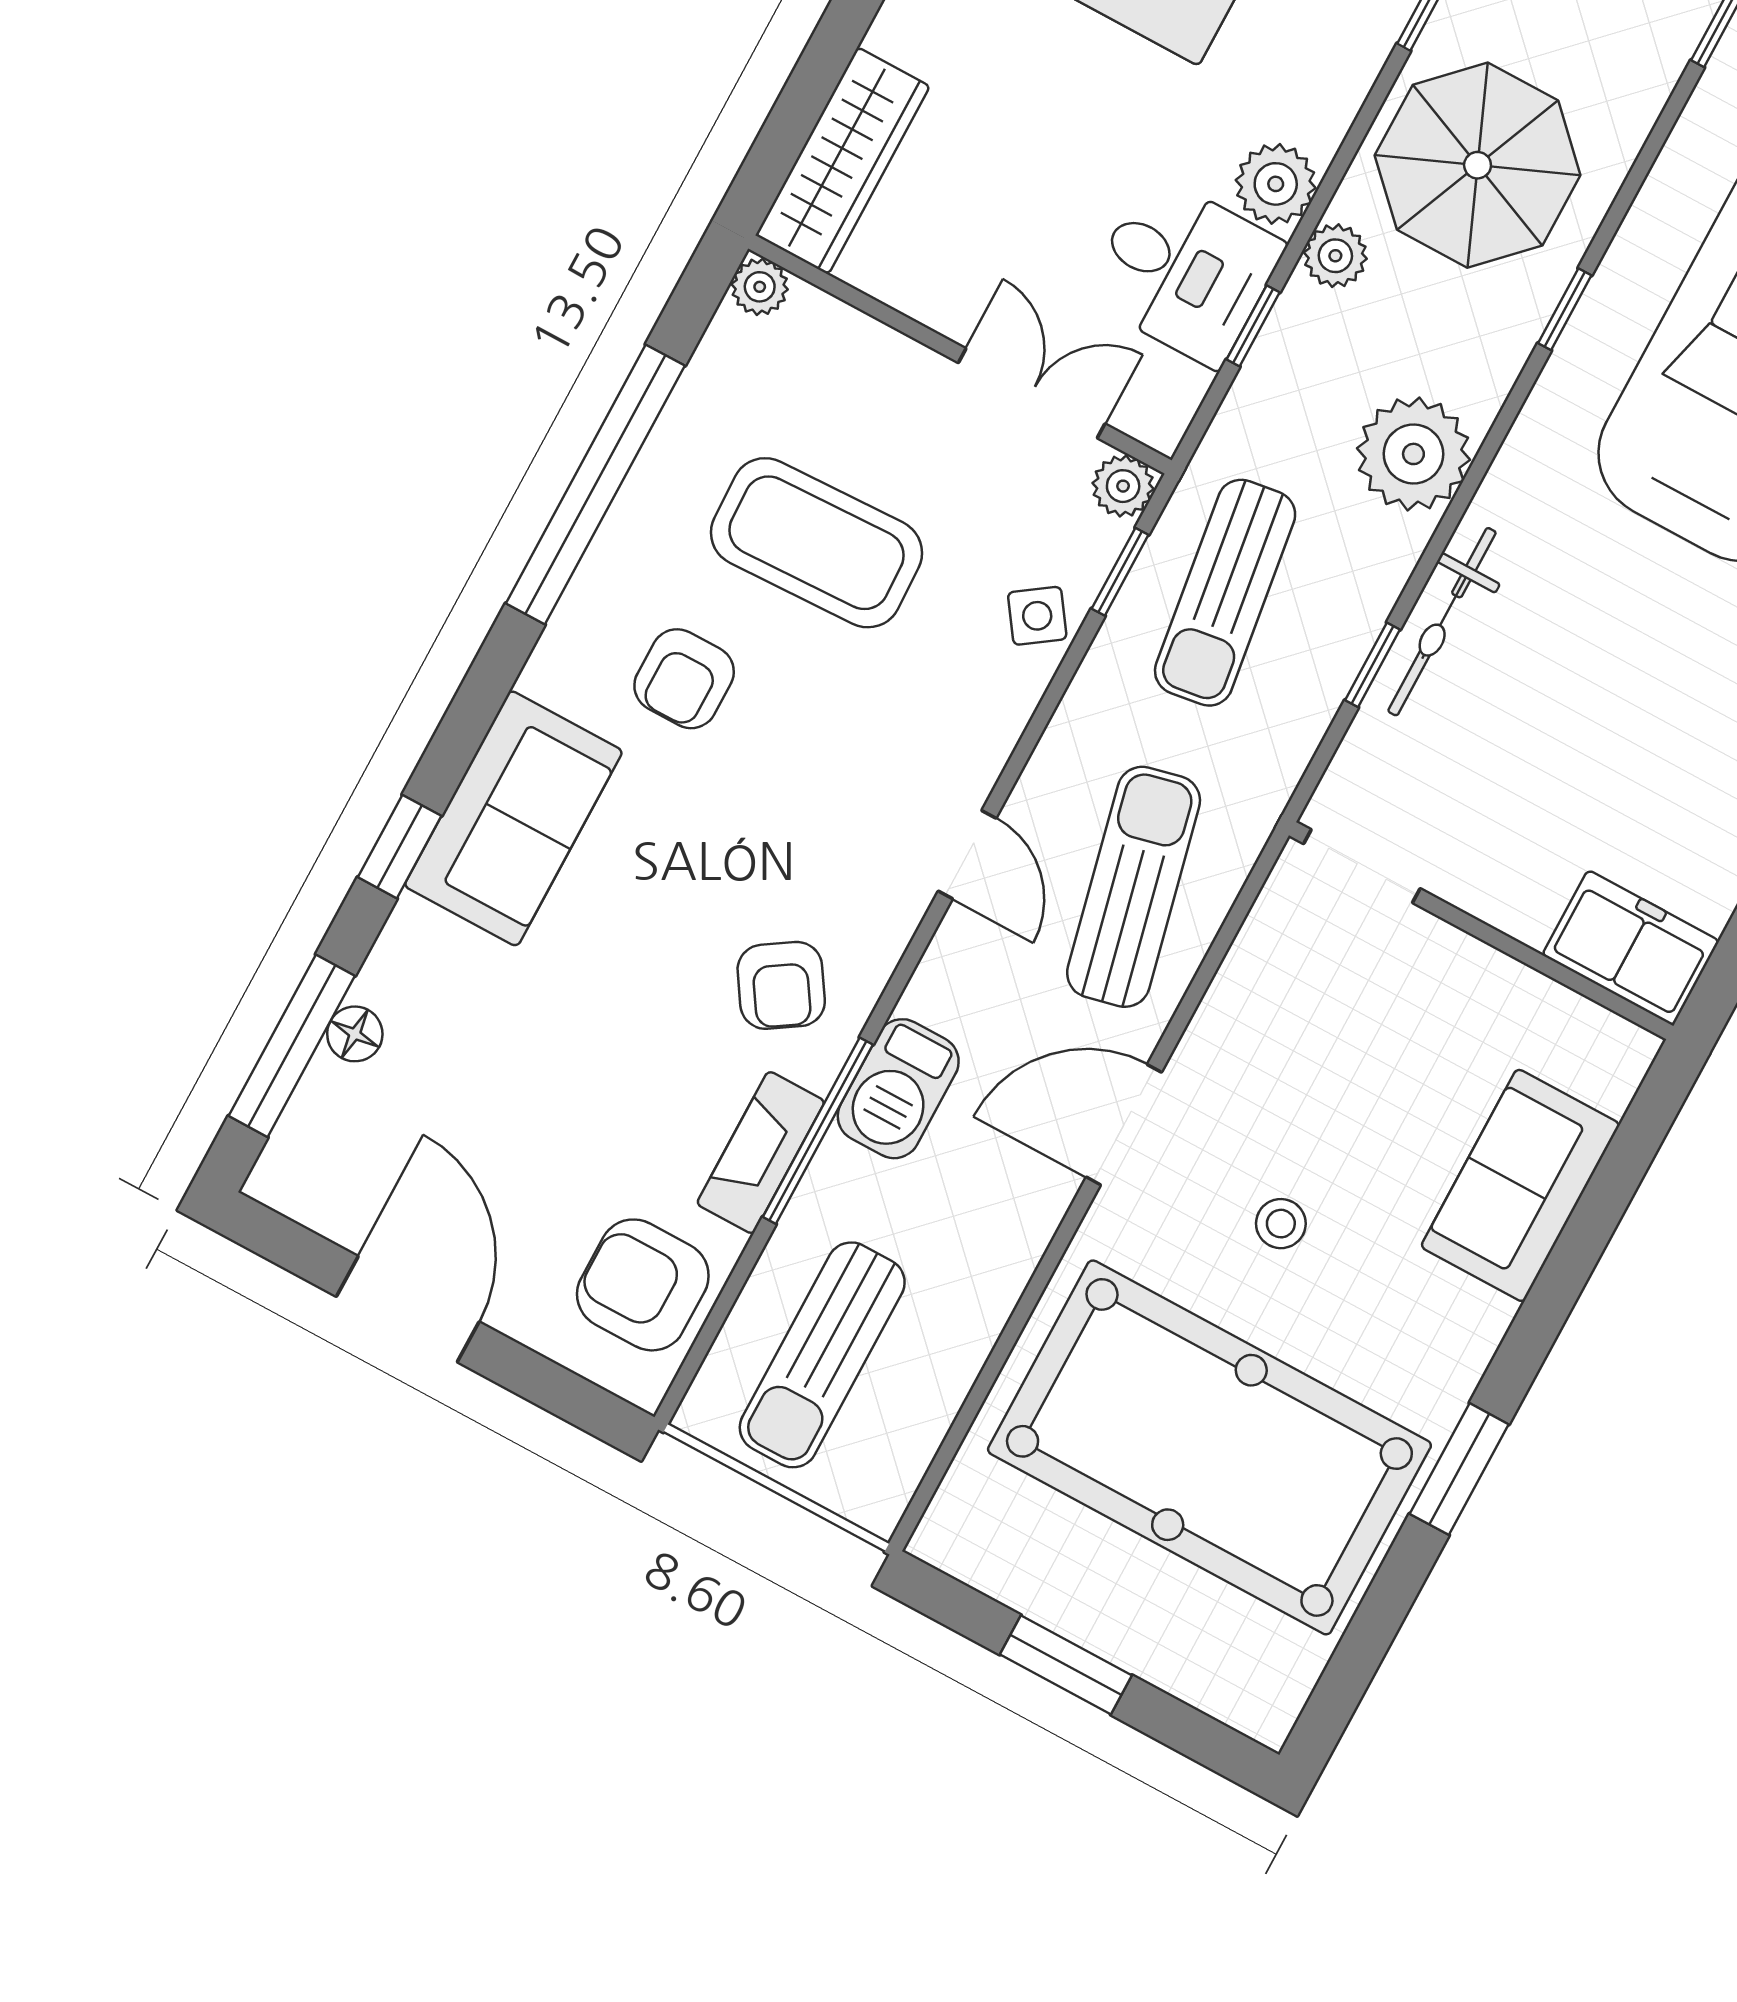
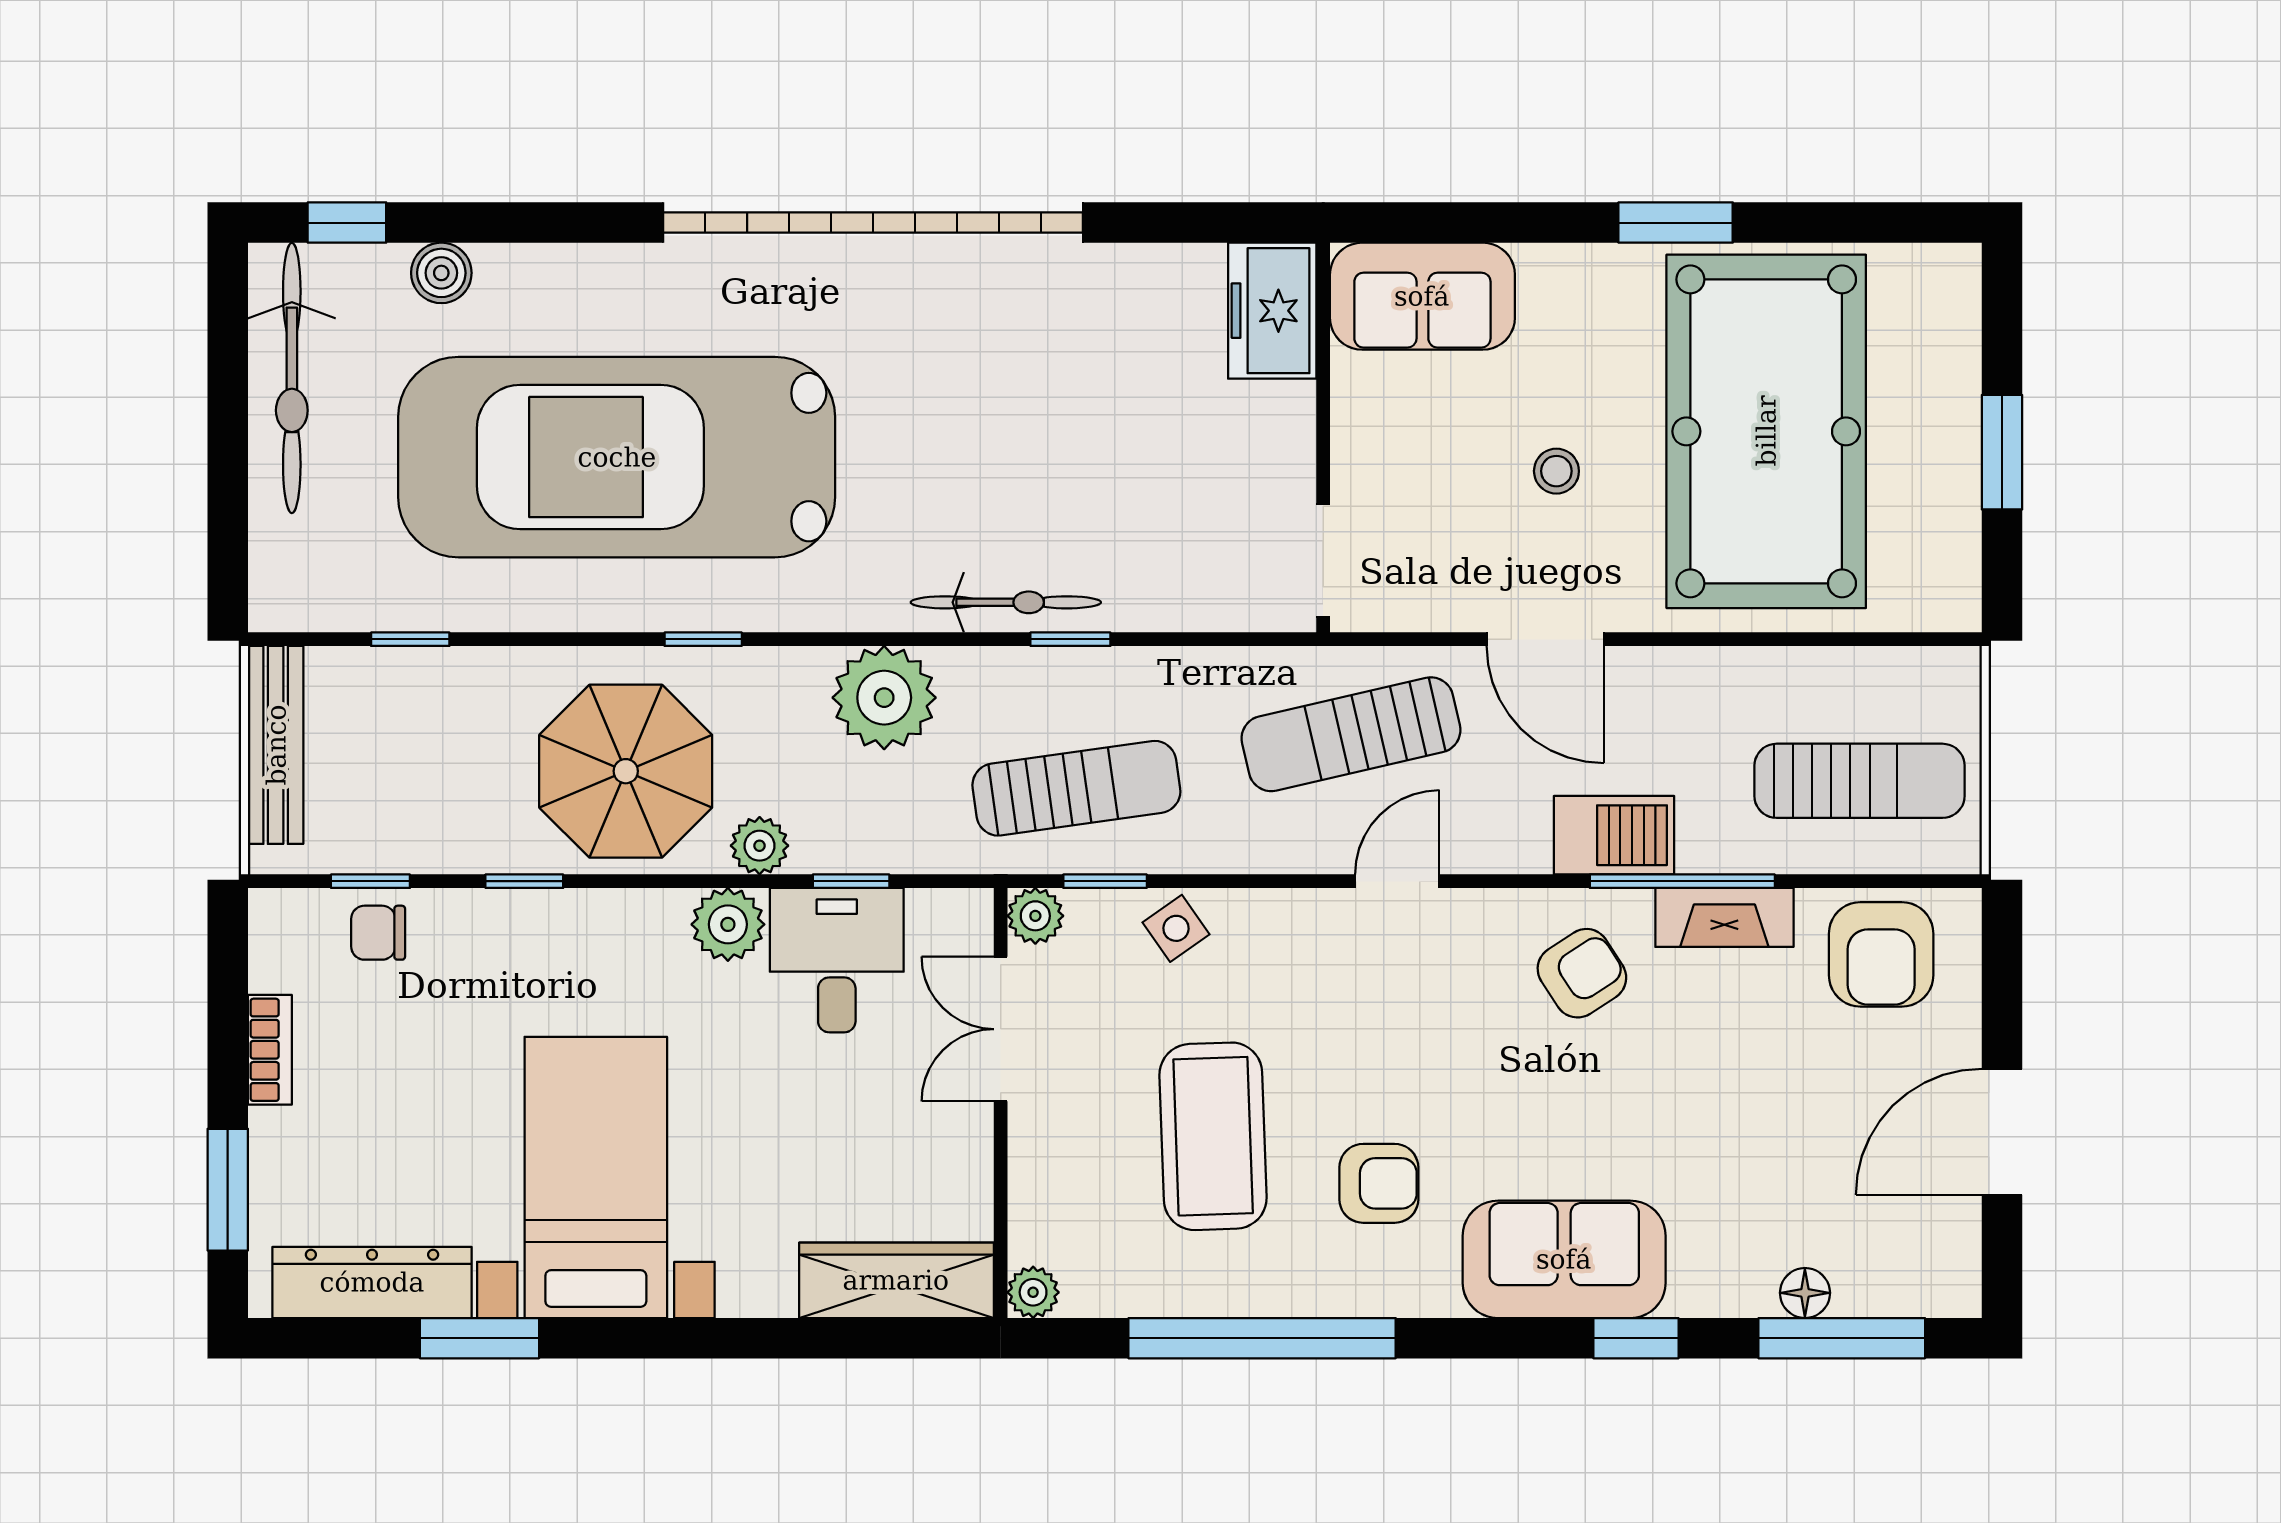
doorway: (1362, 866) -> (1323, 561), moved
wall: (1481, 931) -> (1323, 438), moved
freezer: (1631, 948) -> (1272, 311), moved

